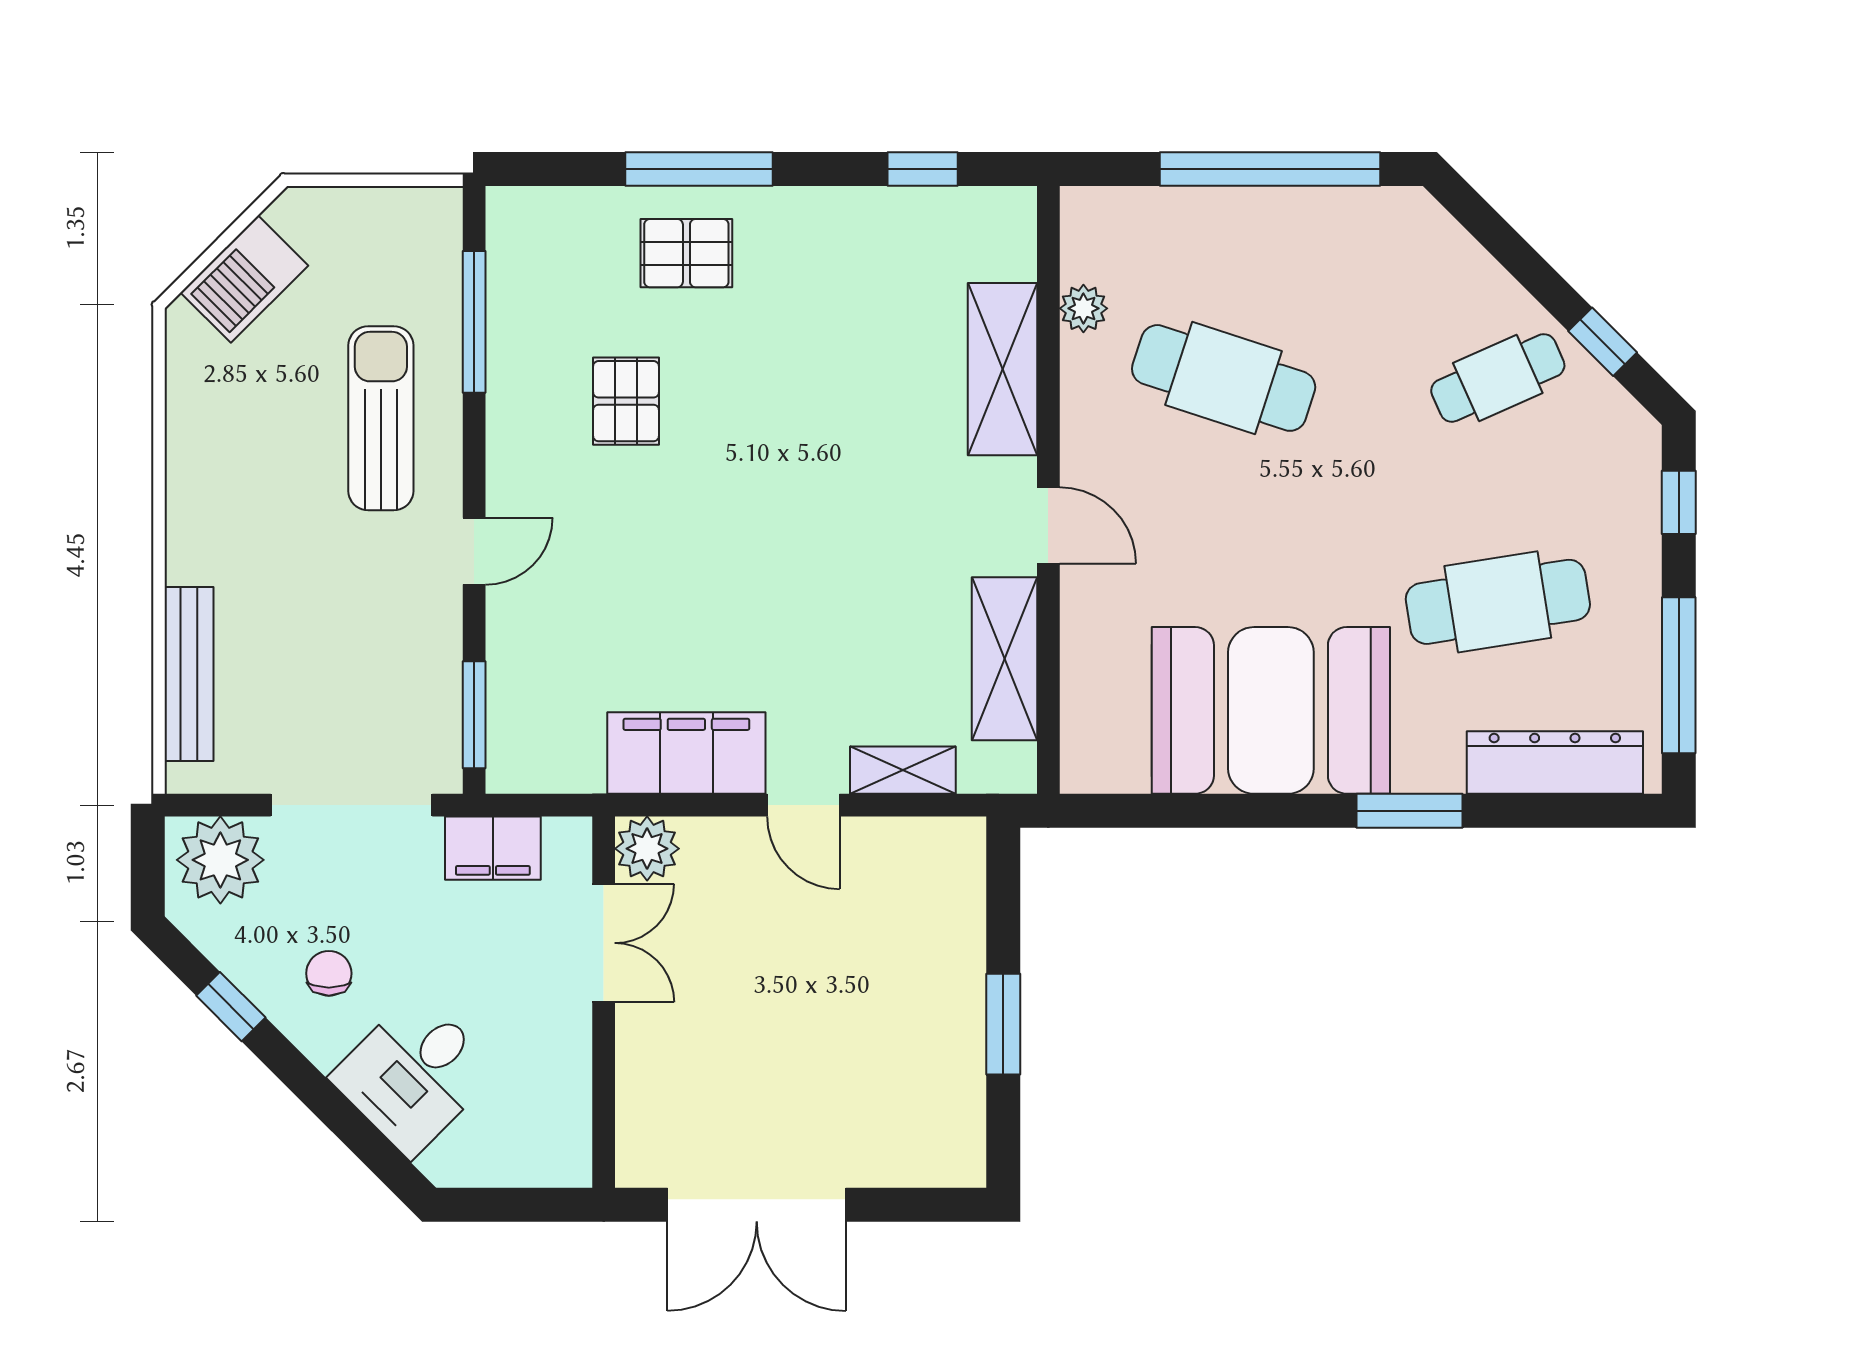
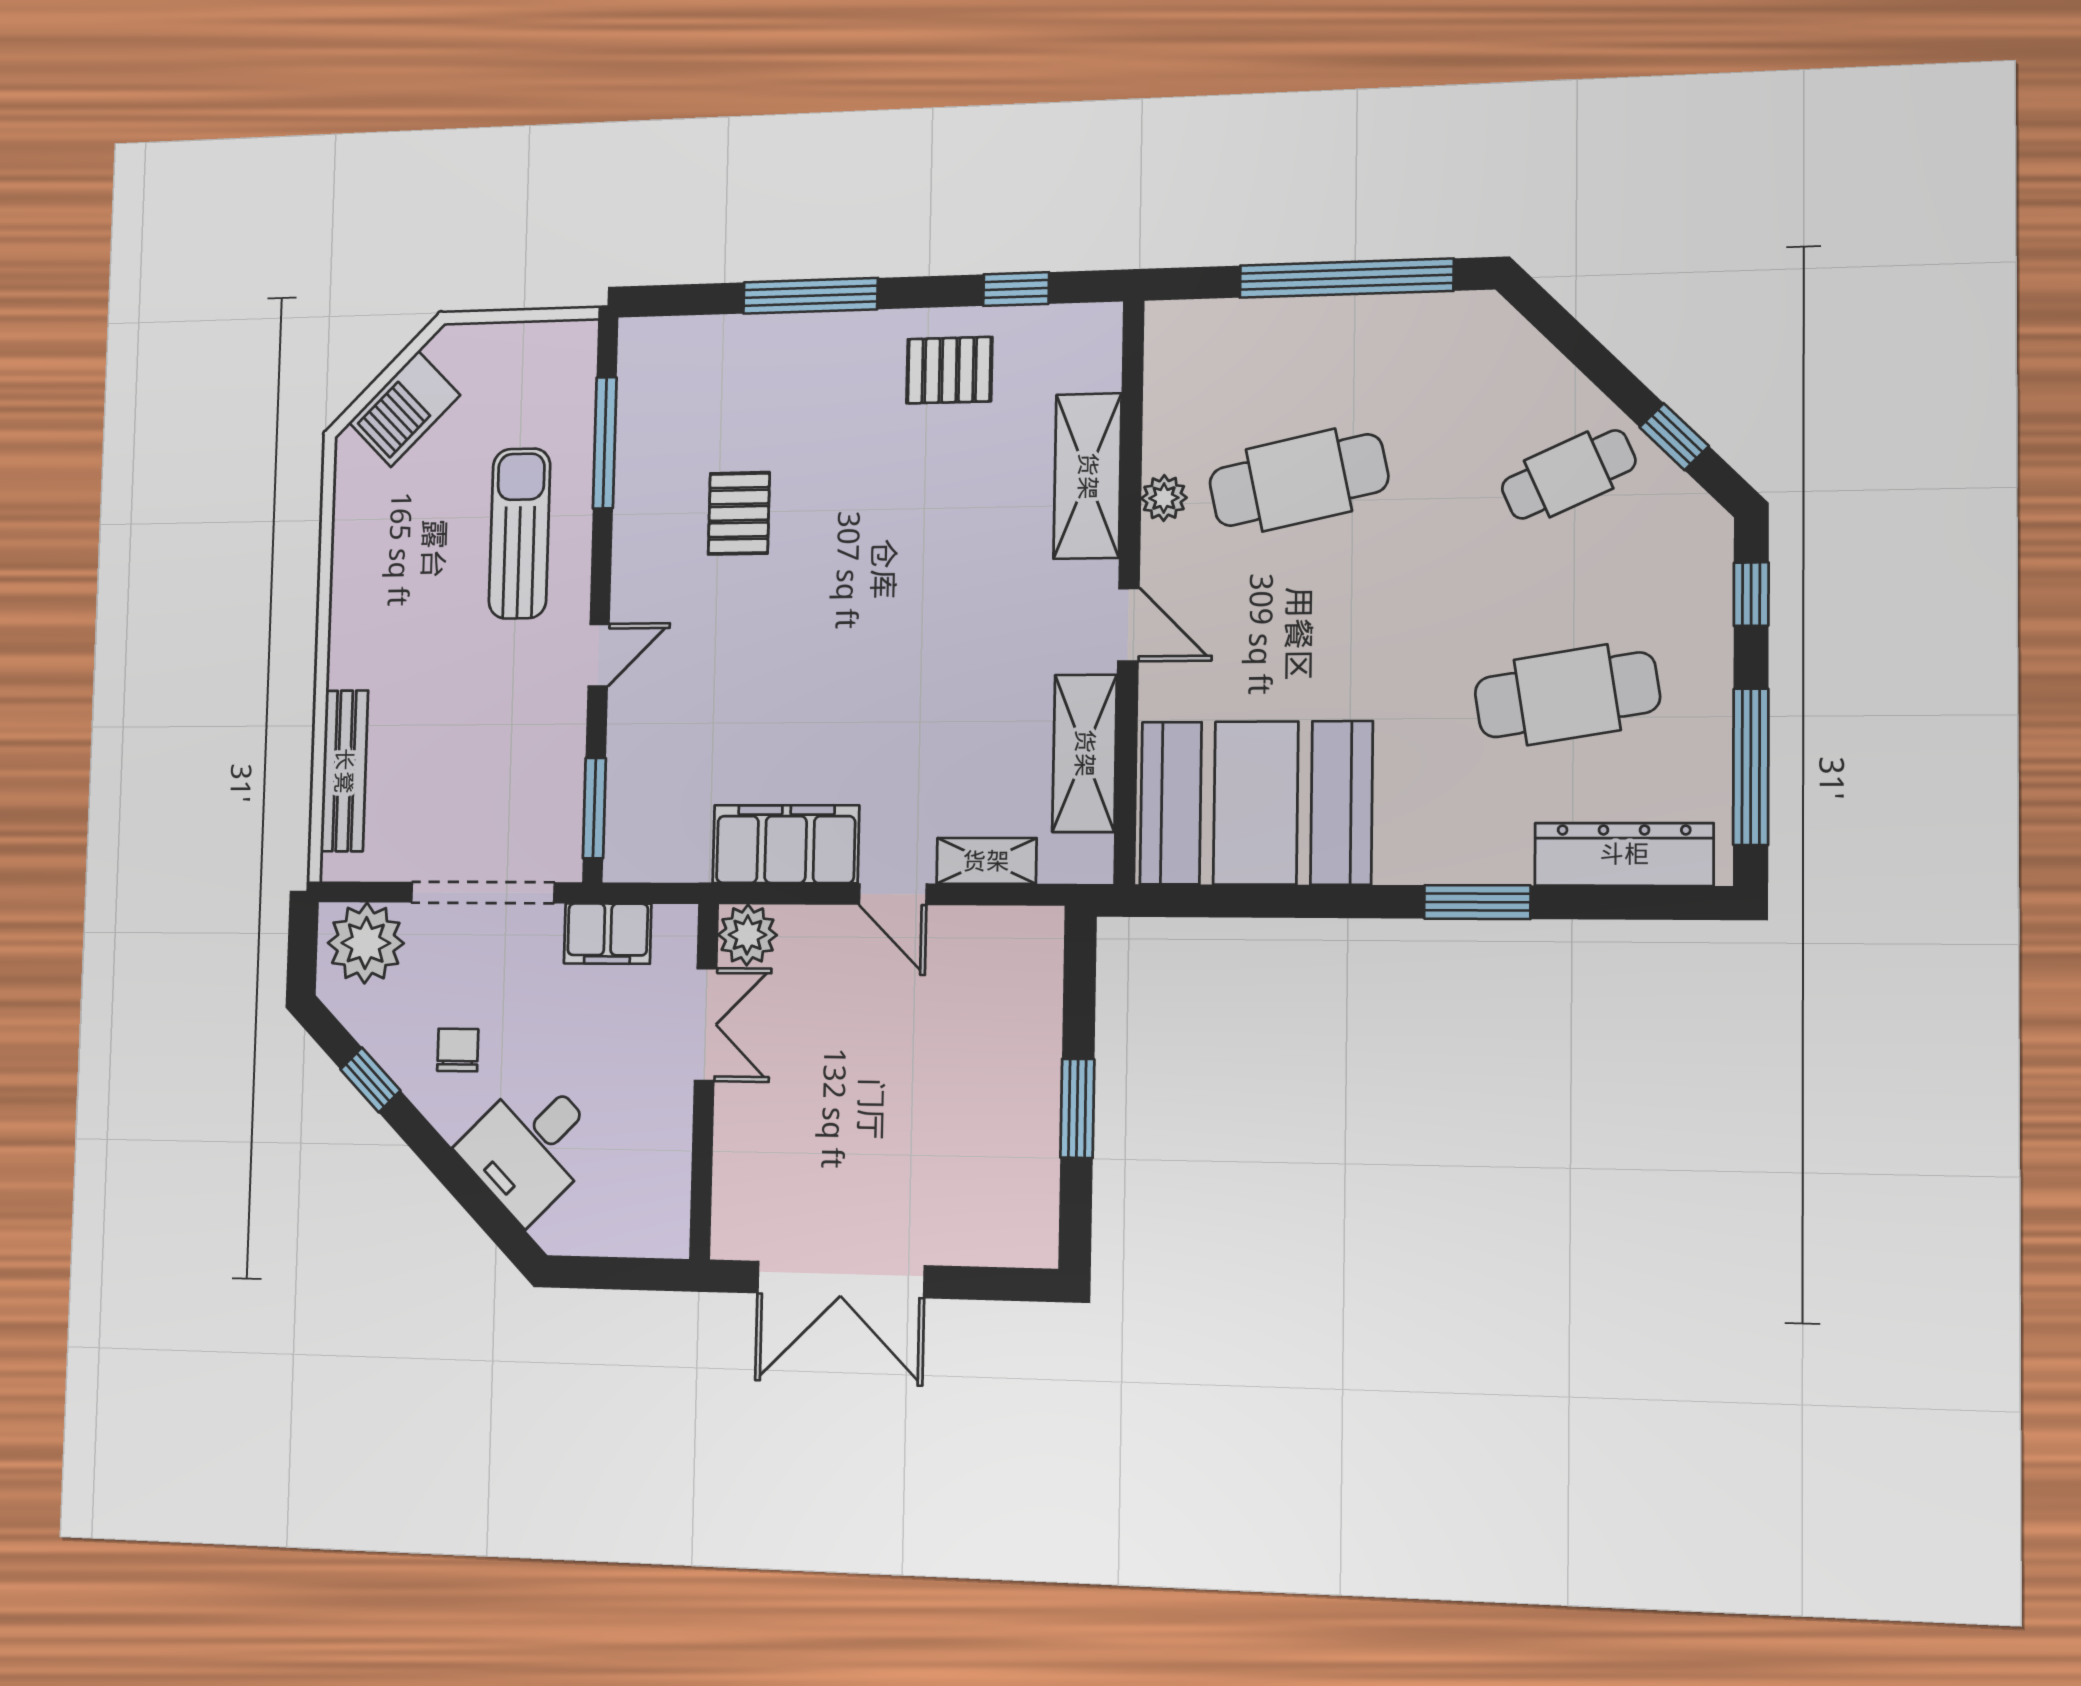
pallet: (686, 253) -> (949, 370), moved
plant: (1083, 308) -> (1164, 498), moved
cafe table: (1224, 378) -> (1299, 480), turned -30
booth: (1271, 710) -> (1256, 803), moved

